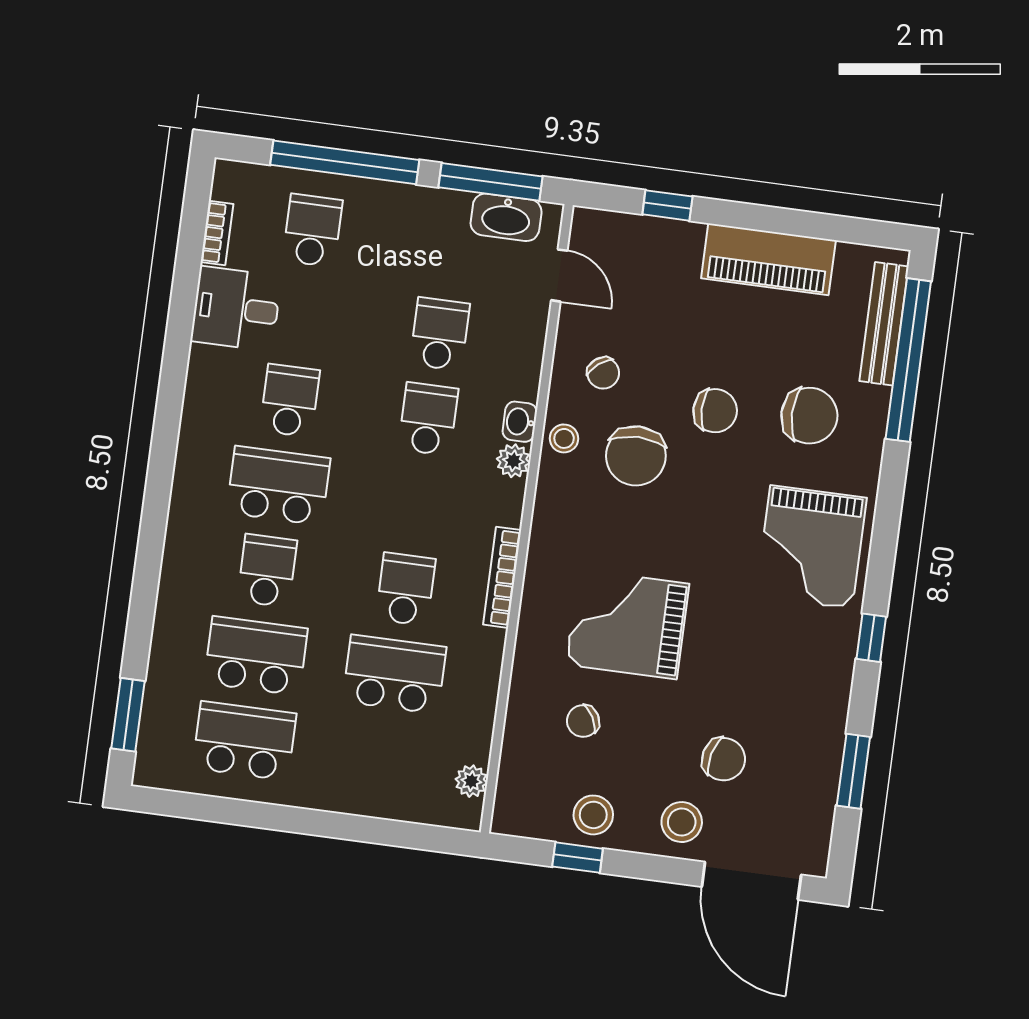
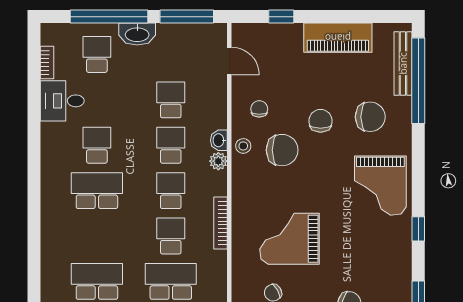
washbasin: (506, 217) -> (137, 34), moved
chair: (603, 373) -> (259, 109), turned -142
chair: (715, 411) -> (321, 121), turned -90
chair: (636, 456) -> (282, 150), turned -90
school desk: (267, 571) -> (171, 191), moved

